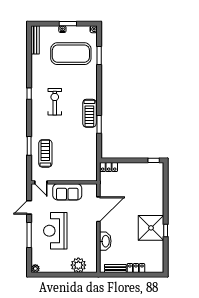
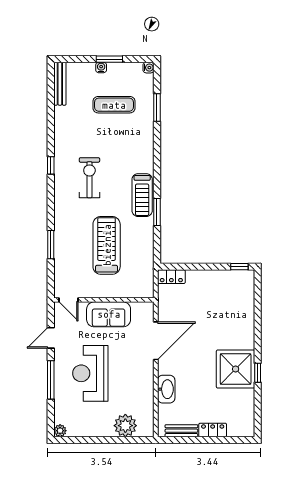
exercise mat: (71, 54) -> (114, 105), width x0.50, depth x0.69
treadmill: (45, 153) -> (107, 245), moved, width x1.37, depth x1.38

